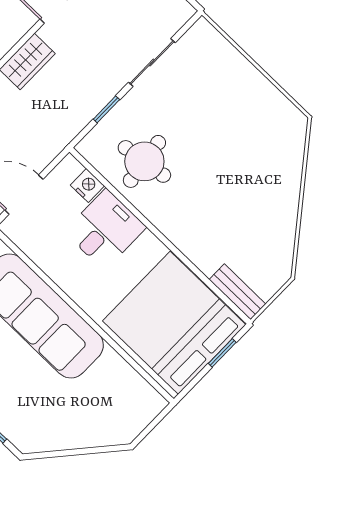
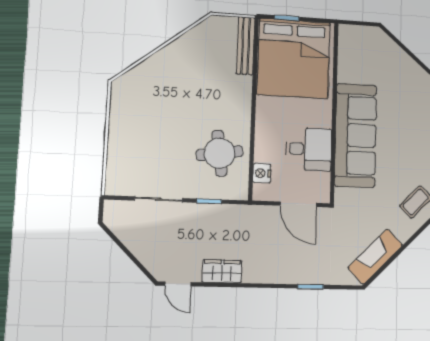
desk: (105, 229) -> (309, 149), moved, turned 180
bench: (237, 292) -> (246, 46), width x1.36

